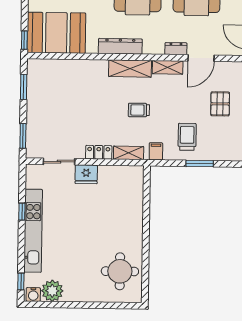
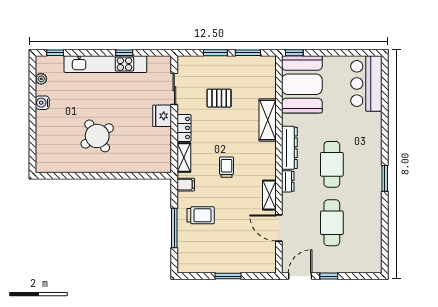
dresser: (176, 49) -> (288, 181), moved
shelving: (130, 68) -> (268, 120), moved
pallet: (220, 104) -> (219, 98), moved
window: (23, 136) -> (215, 53), moved
window: (200, 164) -> (174, 228), width x1.44
round table: (120, 271) -> (97, 136), moved, turned -34
plant: (52, 291) -> (41, 79), width x0.53, depth x0.53
water cooler: (33, 294) -> (42, 103), moved

